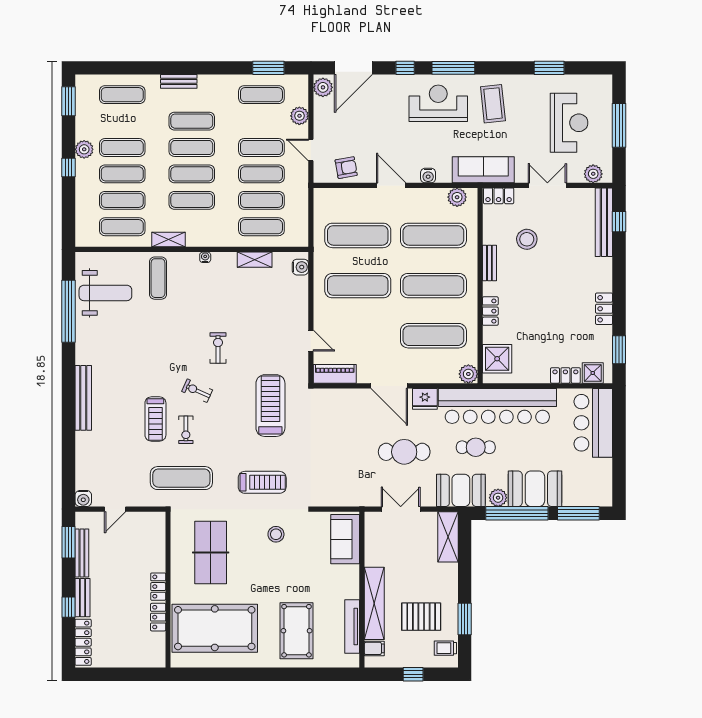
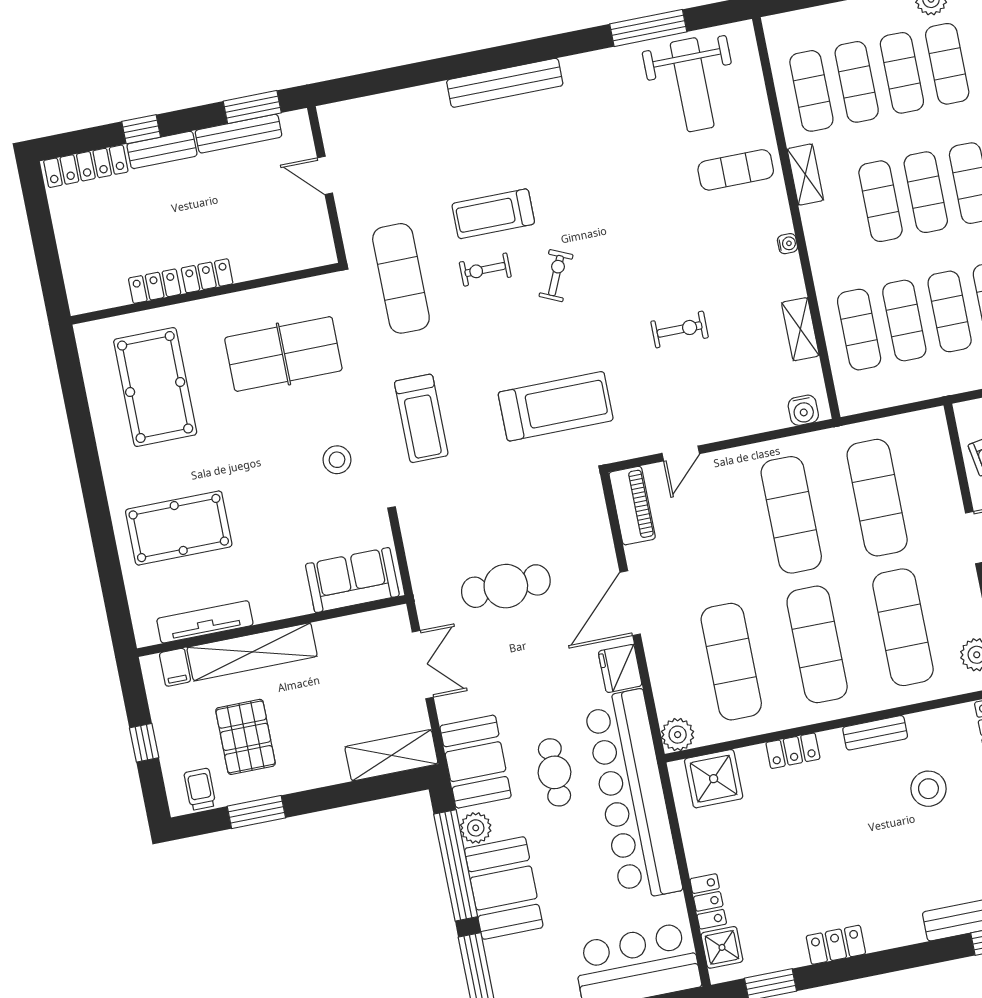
window: (69, 311) -> (648, 28), width x0.68
exercise bike: (218, 348) -> (680, 329), moved
cafe table: (404, 452) -> (506, 586), moved, turned 90
water cooler: (83, 498) -> (332, 117), removed
pool table: (215, 628) -> (155, 387), width x0.73, depth x0.76

